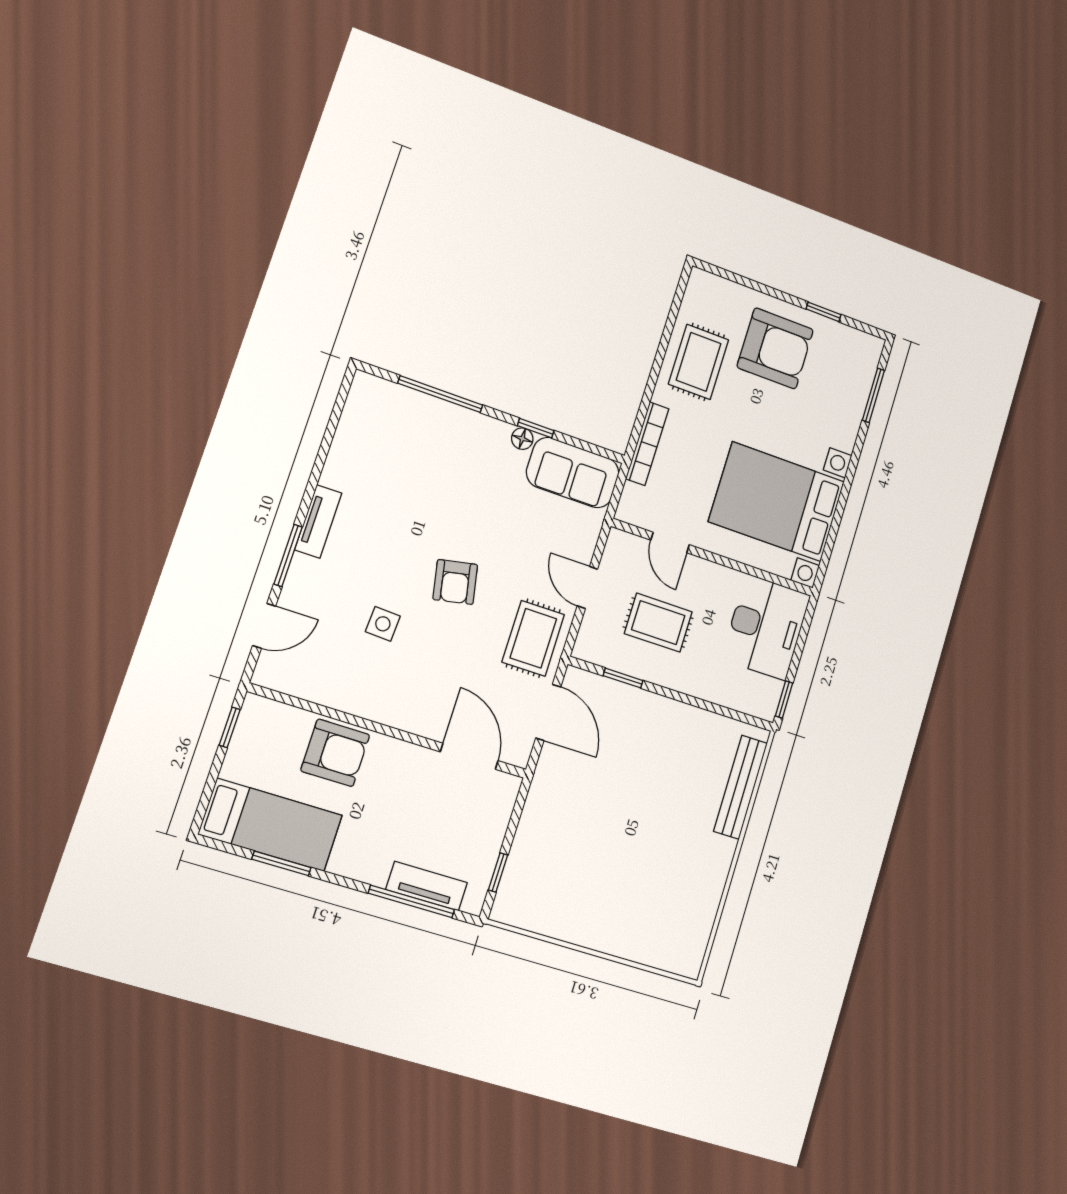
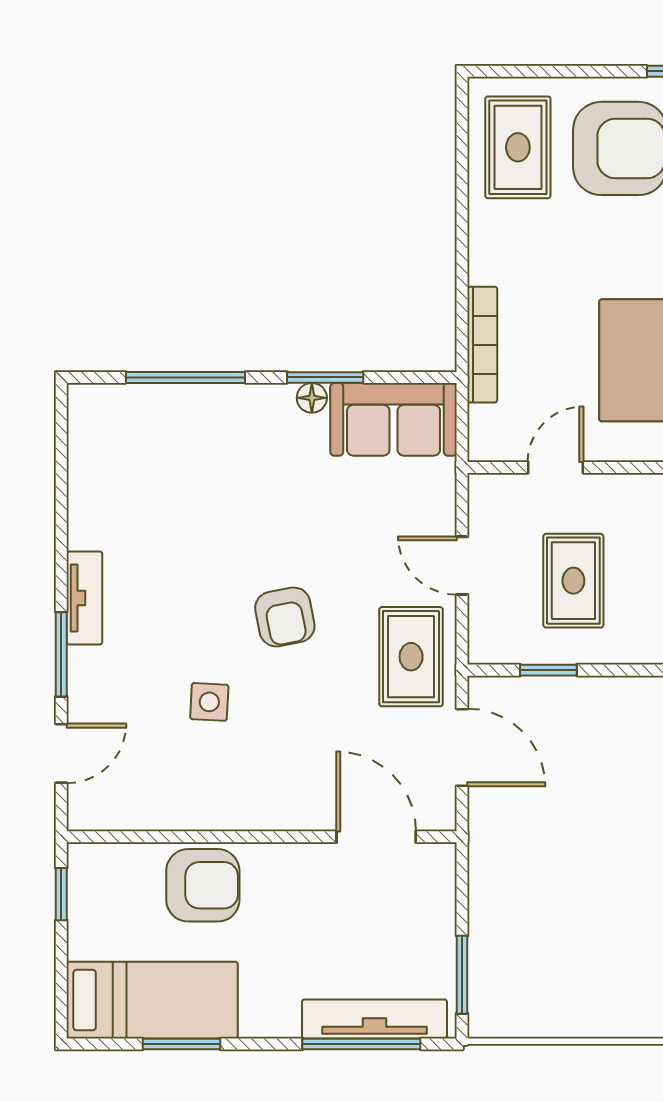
rug: (699, 362) -> (518, 147), moved
window: (536, 428) -> (325, 377), width x1.50
door: (670, 542) -> (556, 468), swing flipped
rug: (658, 623) -> (573, 581), turned 90
window: (498, 873) -> (462, 975), width x1.50
tv unit: (427, 886) -> (374, 1019), width x1.41

